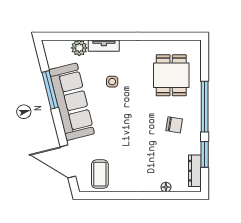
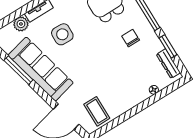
side table: (112, 82) -> (62, 34), width x1.87, depth x1.87
chair: (174, 125) -> (131, 38), turned -99

